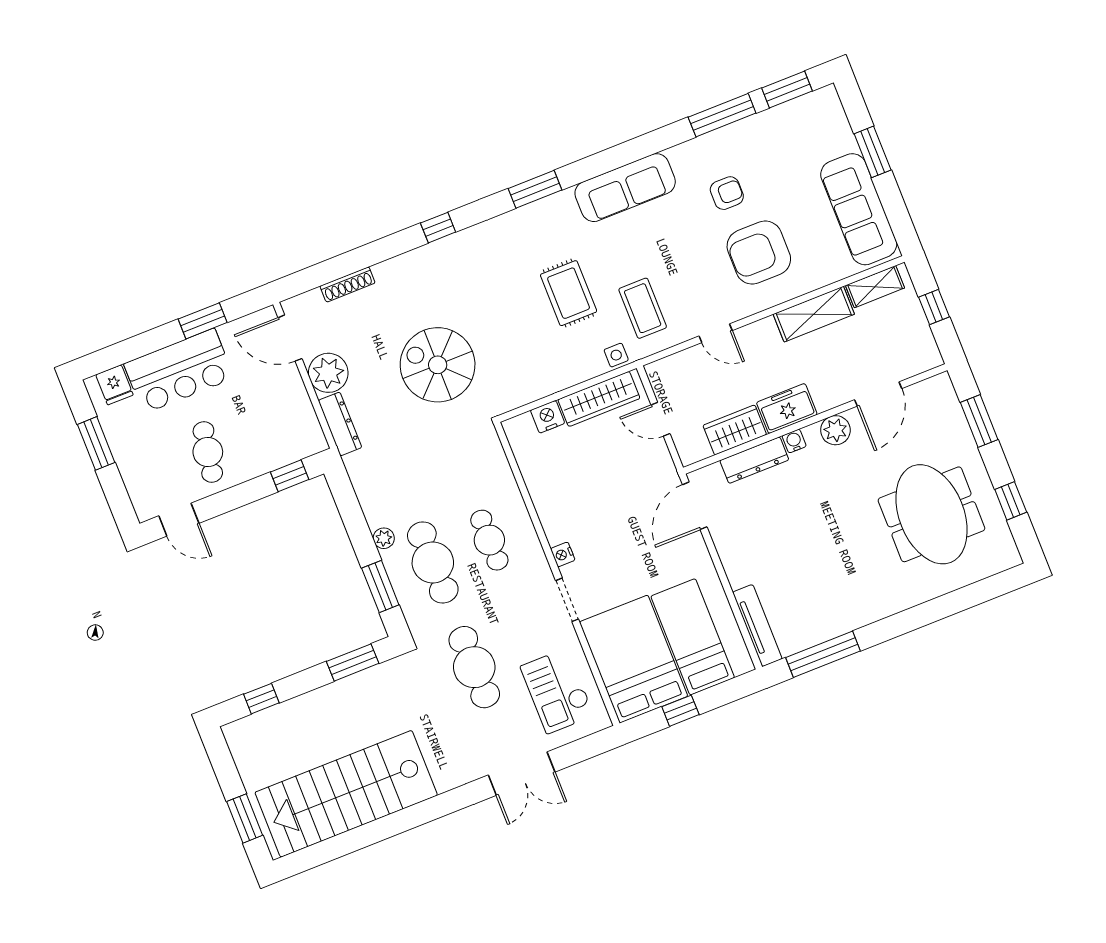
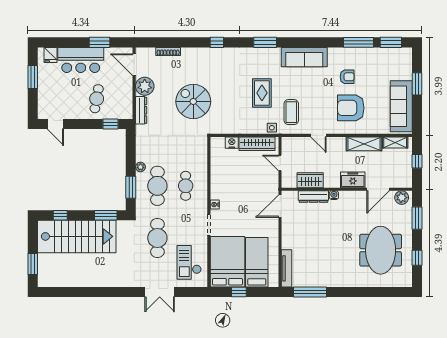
freezer: (787, 408) -> (353, 180), moved
plant: (835, 430) -> (402, 198), moved
cafe table: (208, 452) -> (97, 99), moved
stairs: (346, 794) -> (77, 236), moved, turned 180

